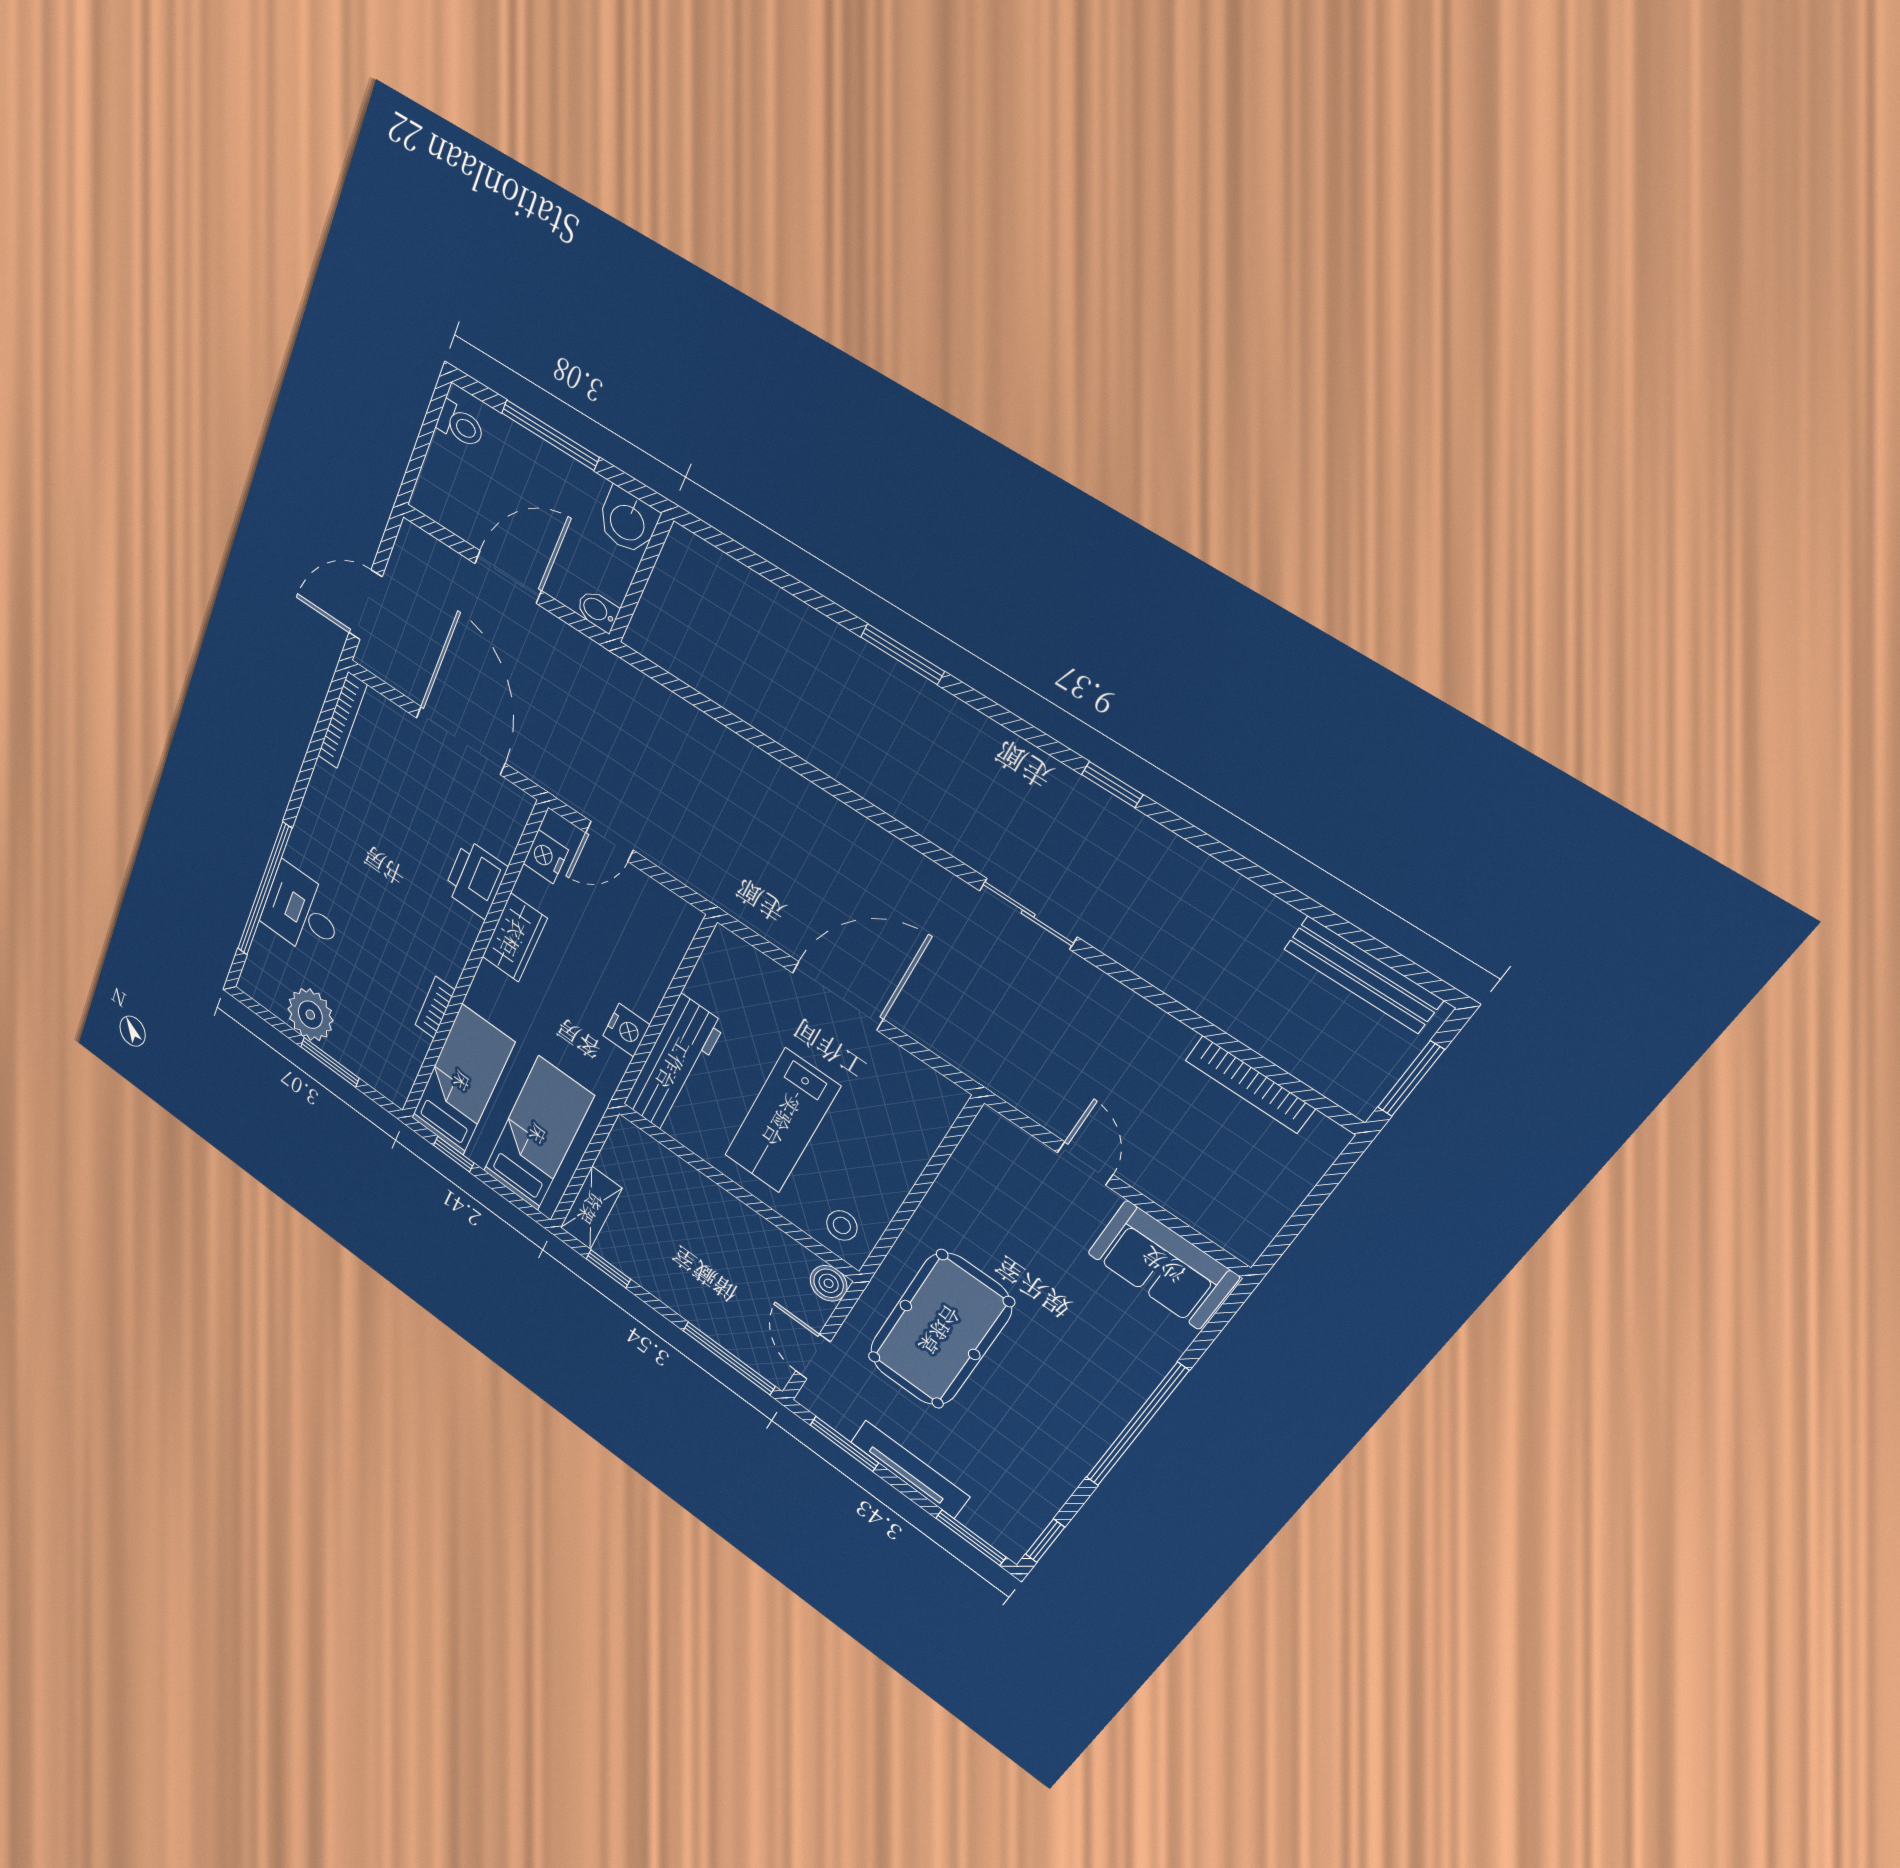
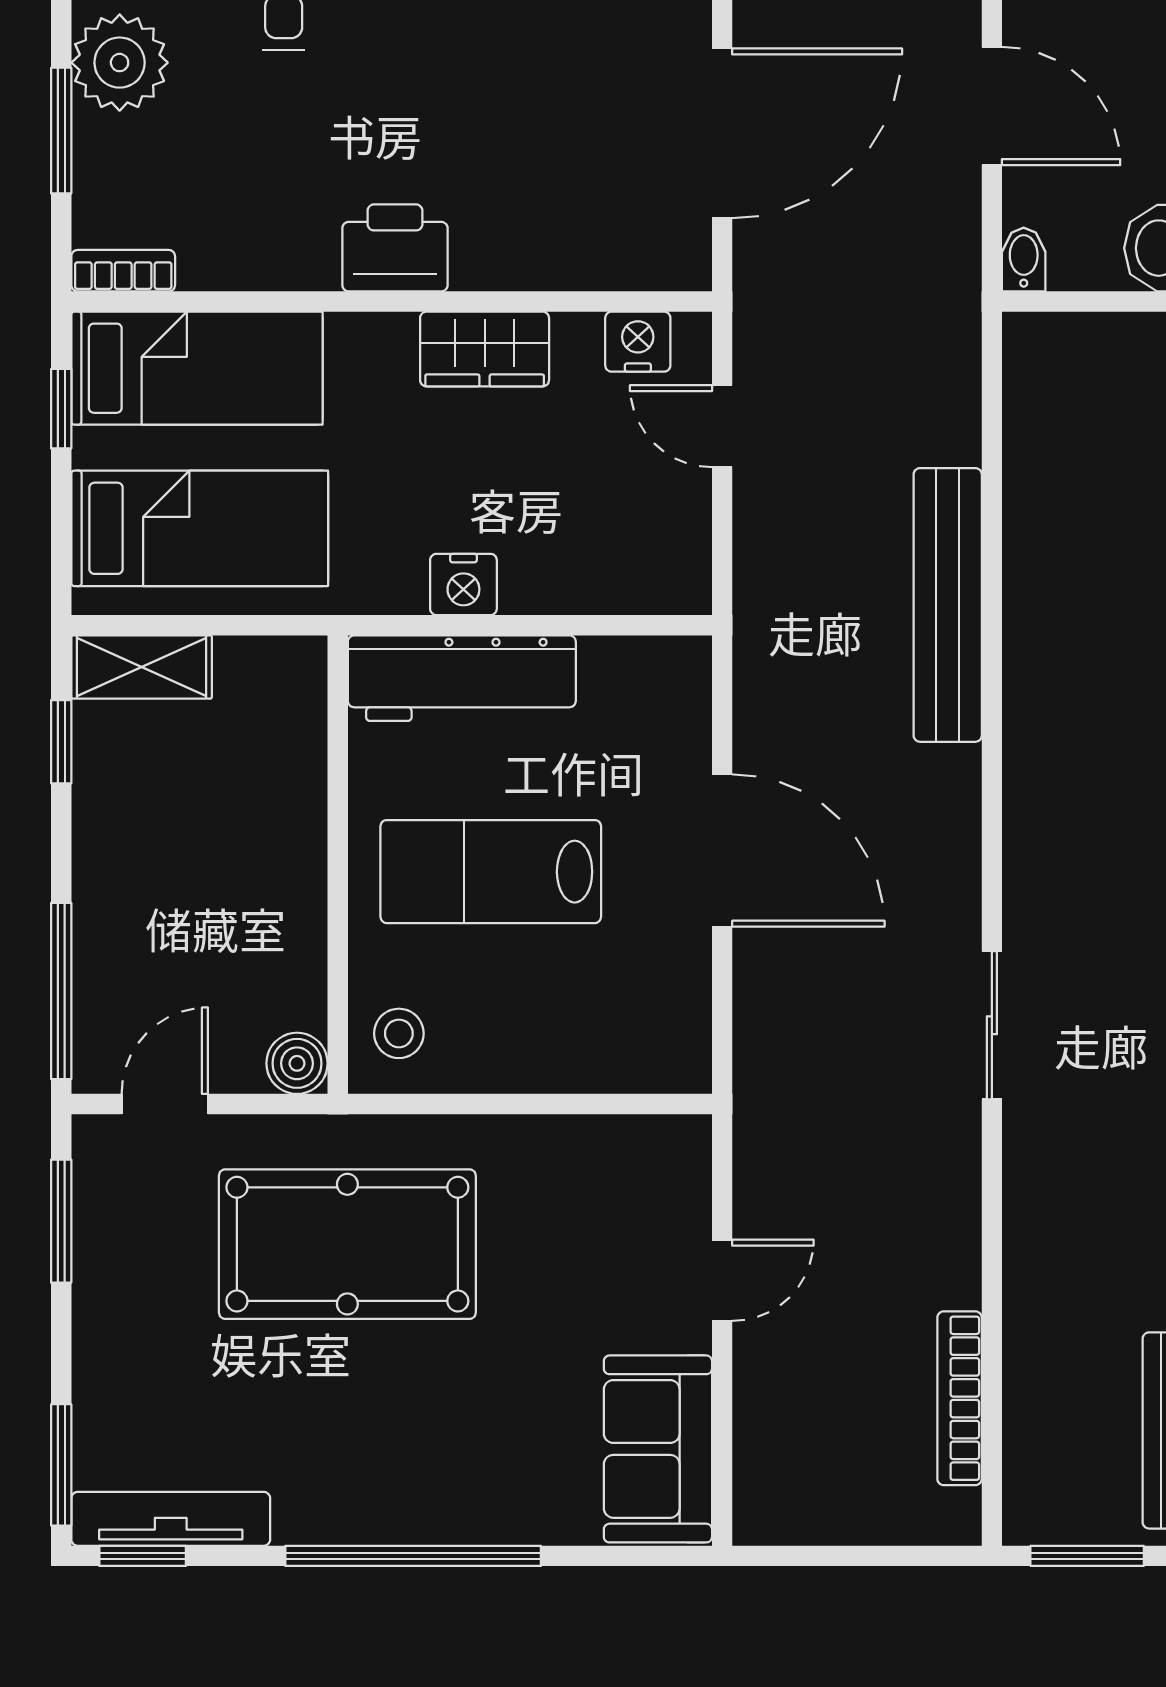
bench: (767, 779) -> (948, 605), added
printer: (476, 879) -> (395, 248), moved
bookcase: (435, 1007) -> (123, 271), moved
tv unit: (910, 1469) -> (171, 1519), moved, turned -90

